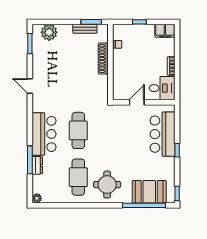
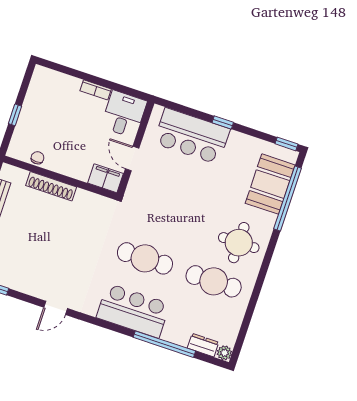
filing cabinet: (165, 31) -> (106, 178), moved, turned -90
window: (30, 160) -> (164, 344), width x1.46
dresser: (37, 165) -> (203, 345), moved

